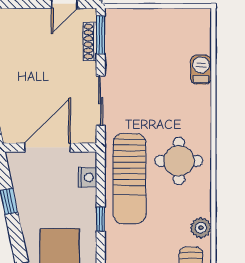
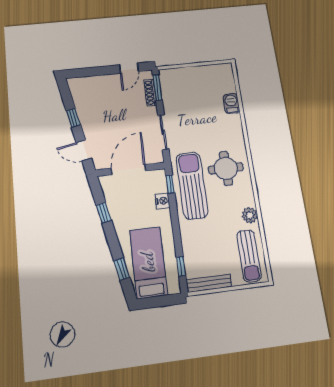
nightstand: (87, 177) -> (162, 201), moved
sun lounger: (129, 179) -> (192, 185), turned 180
window: (101, 219) -> (170, 184), moved

